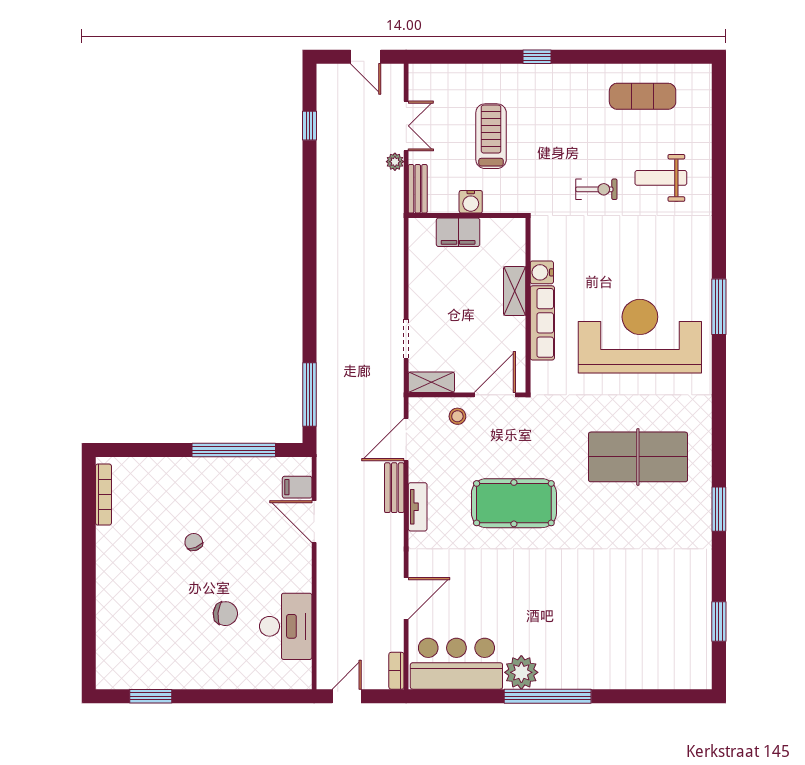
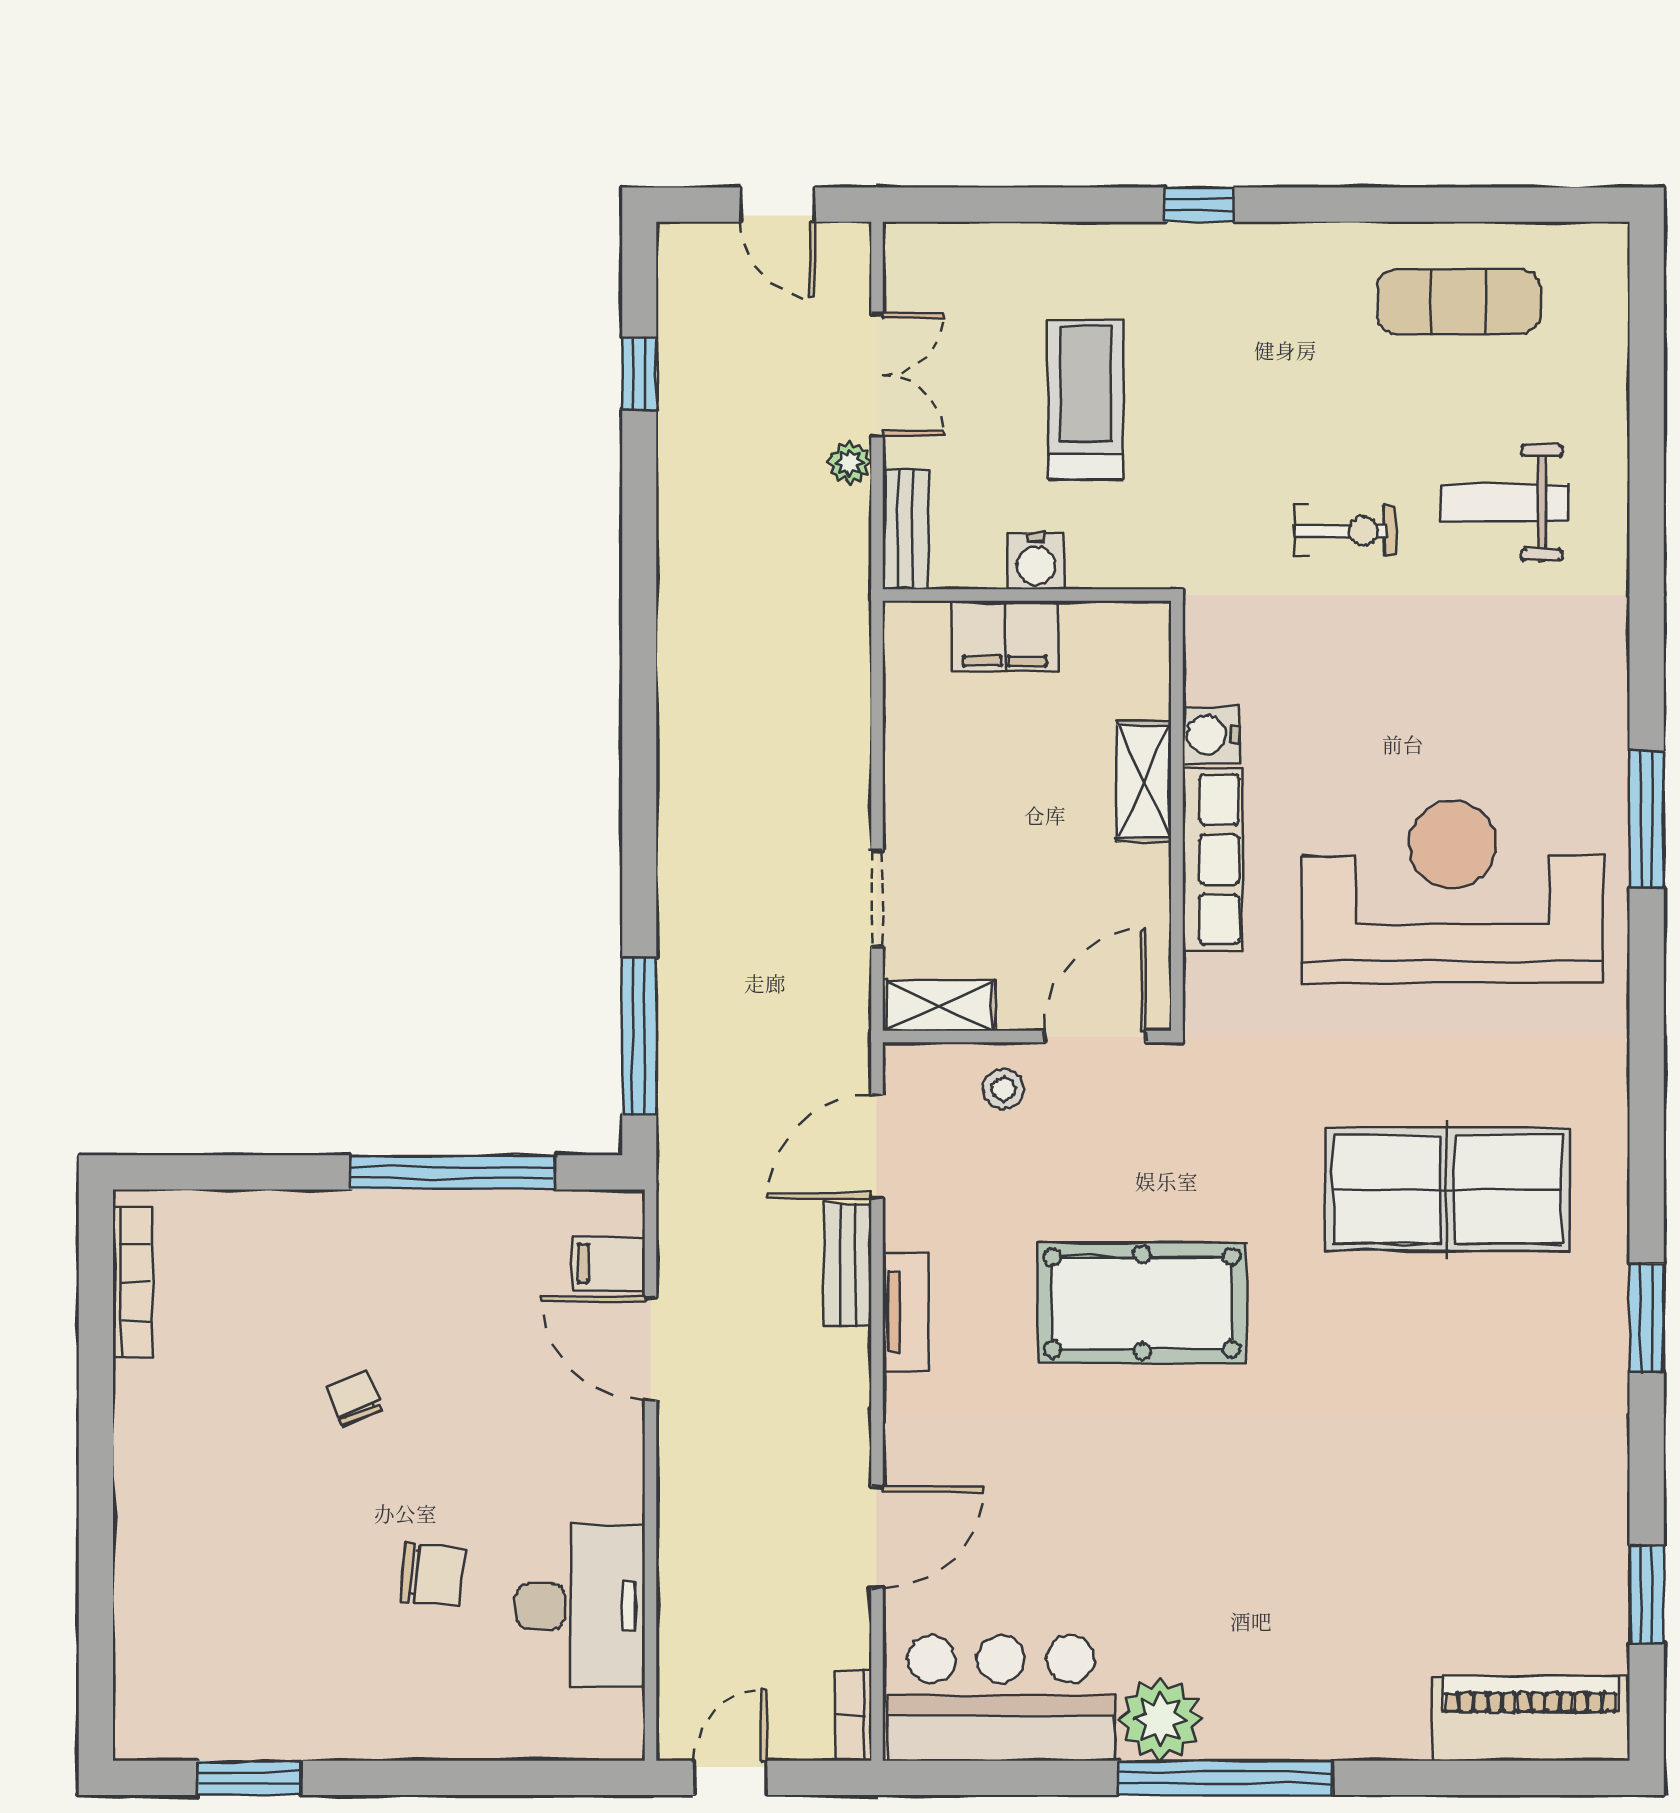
piano: (672, 672) -> (1531, 1718), added

